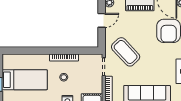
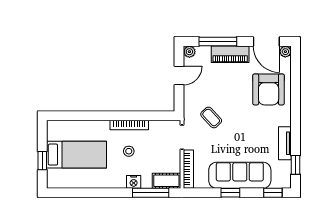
coffee table: (126, 52) -> (211, 117), width x0.54, depth x0.58

